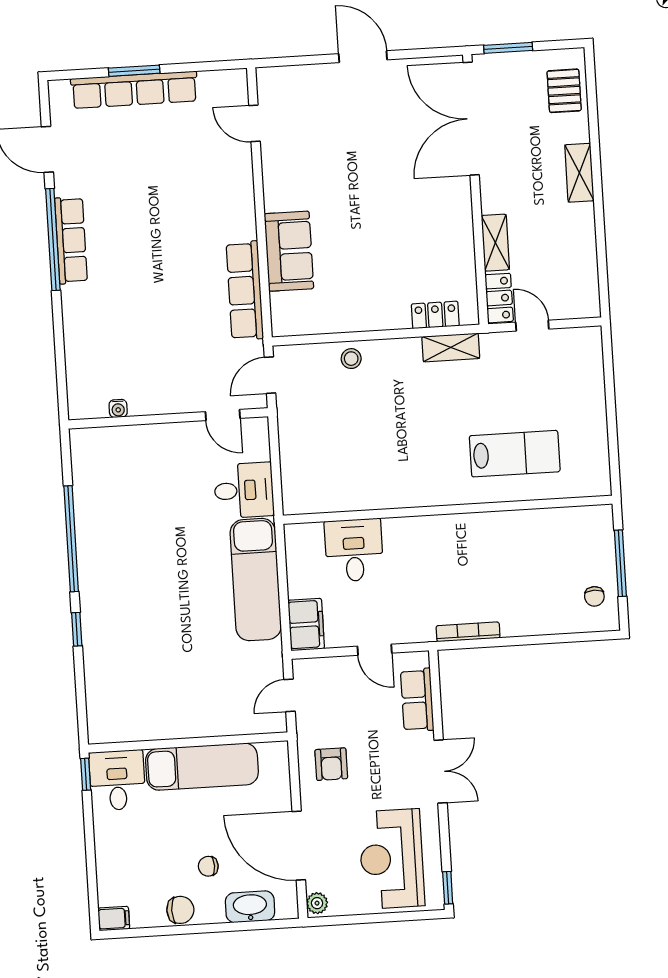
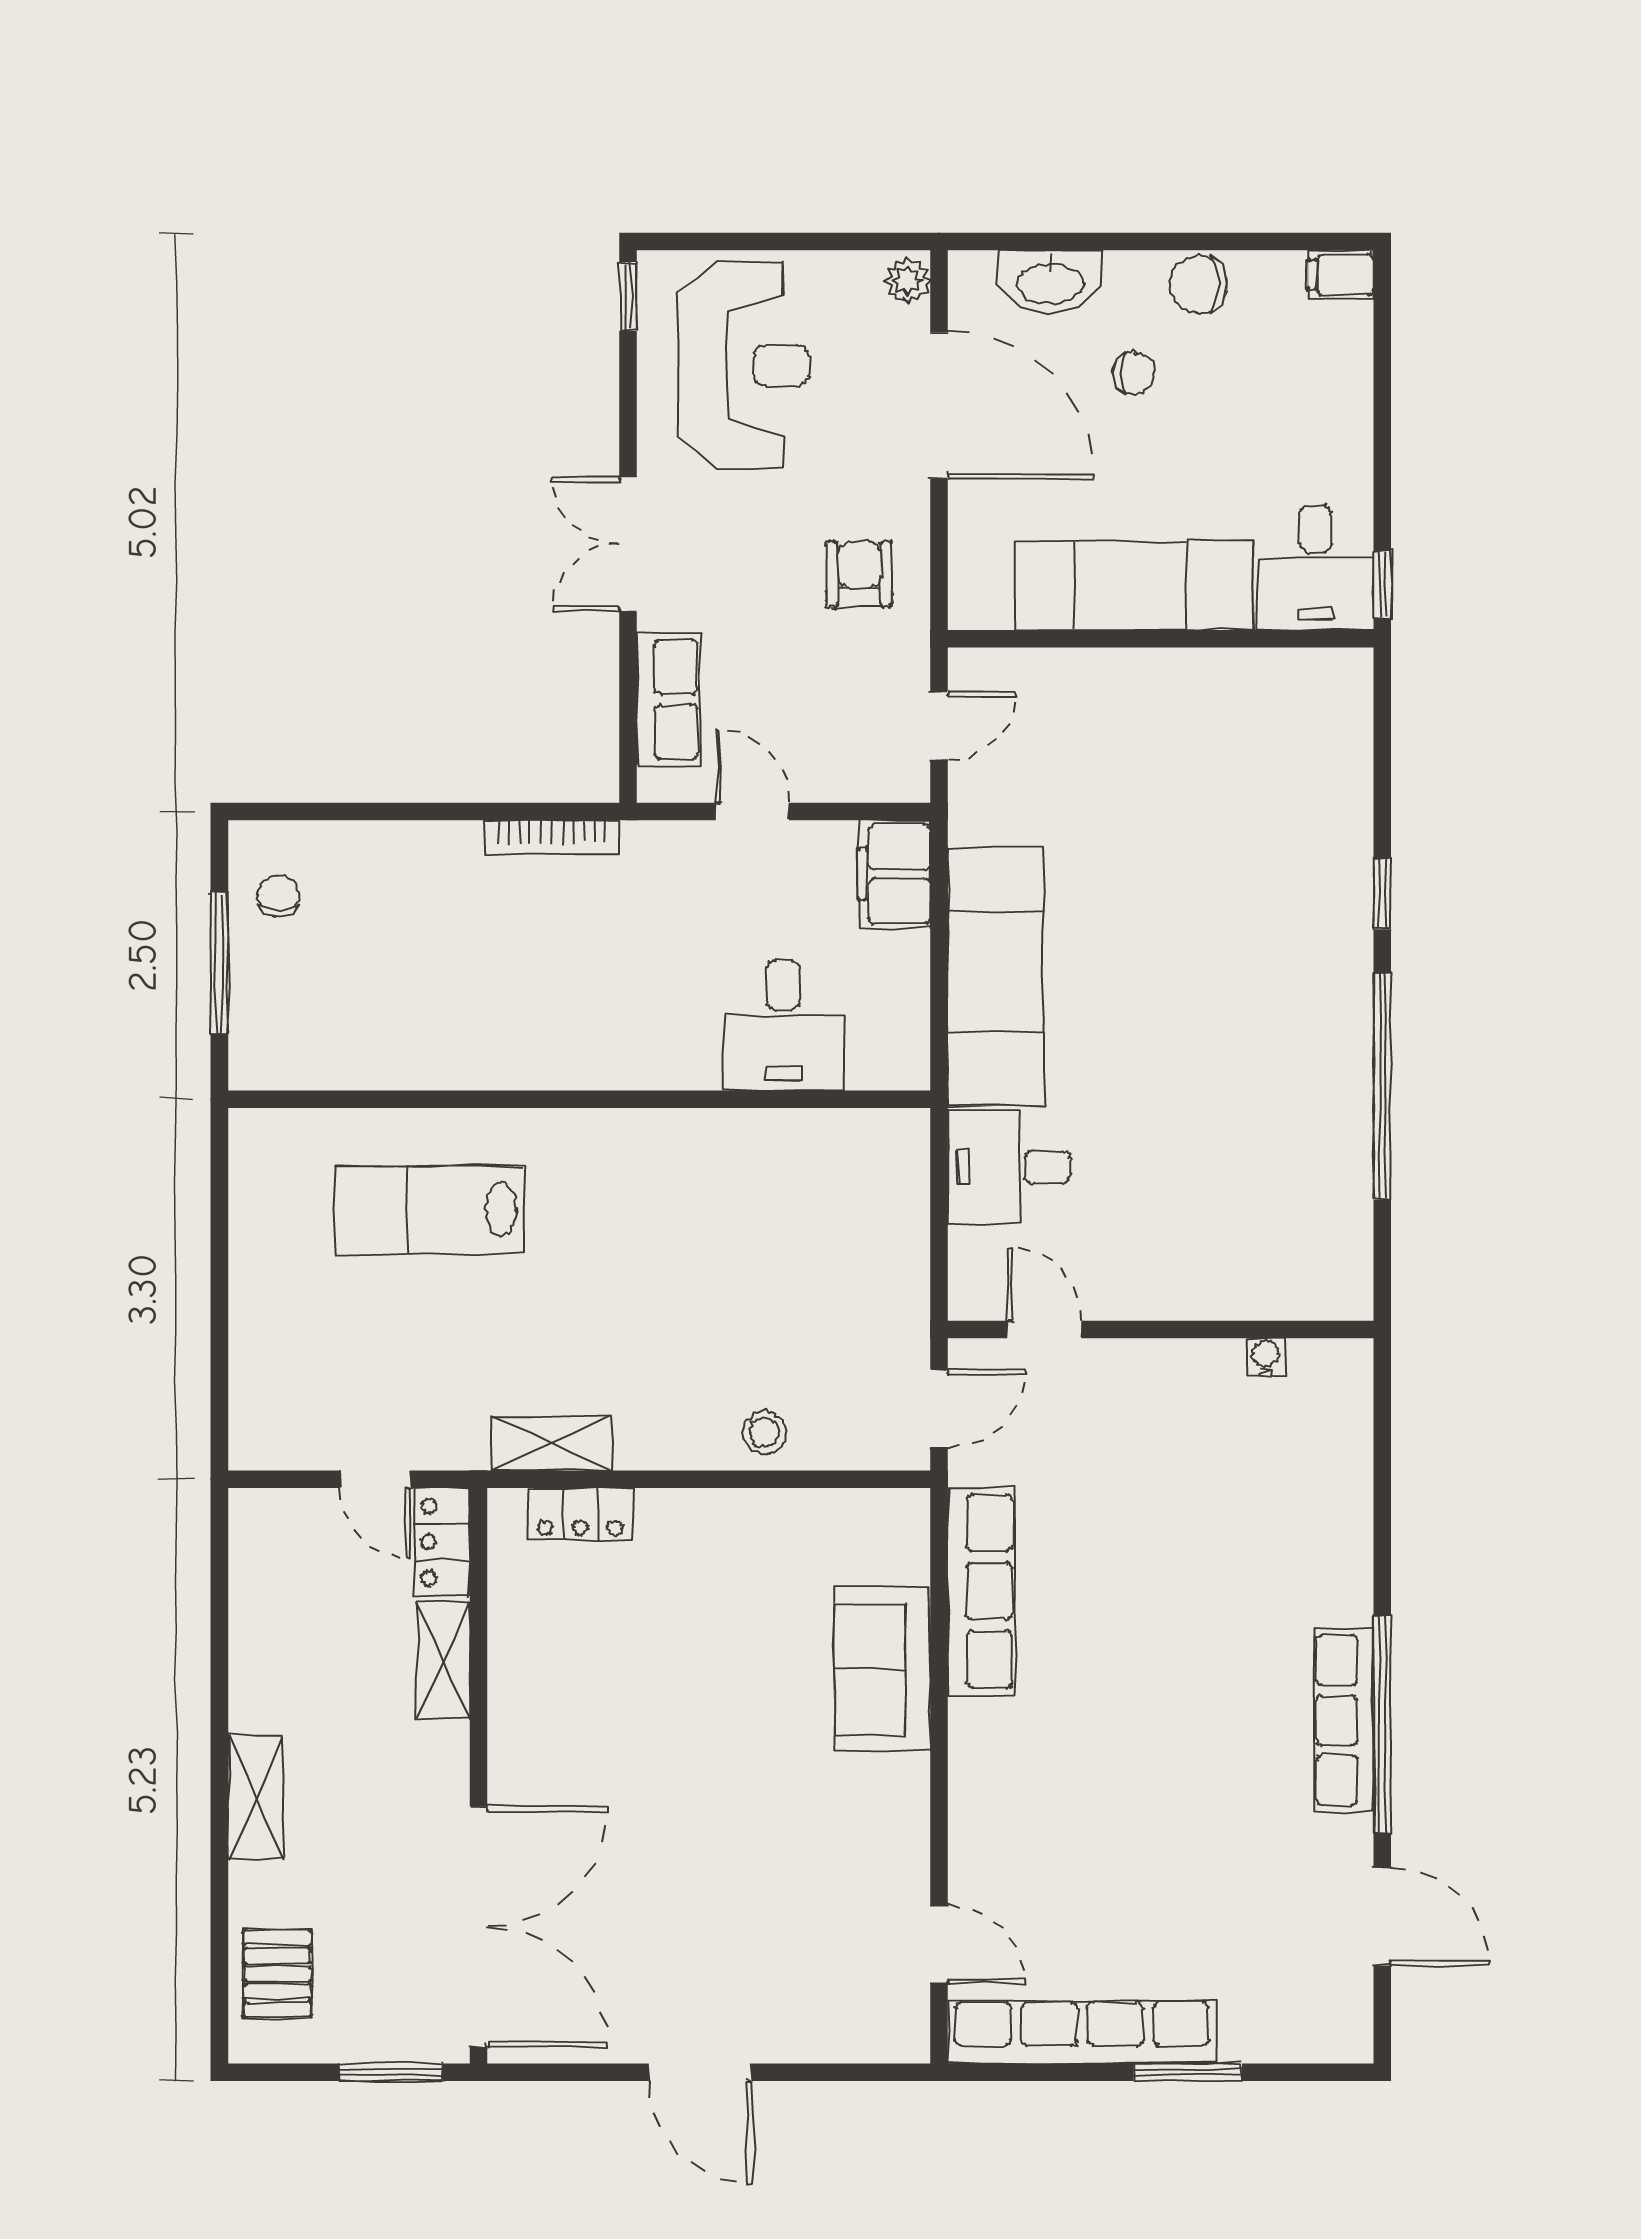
row of seats: (134, 90) -> (1082, 2032), moved

